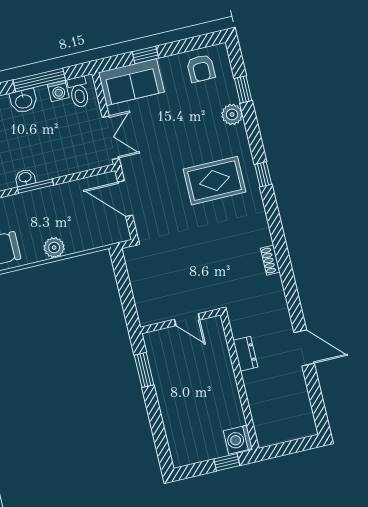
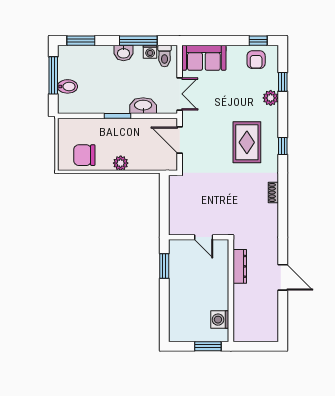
window: (145, 55) -> (258, 41), moved
washbasin: (25, 178) -> (143, 106), moved, width x1.91, depth x1.45
rug: (215, 181) -> (247, 142), turned 90
shoe rack: (270, 260) -> (273, 192), moved
dresser: (245, 354) -> (240, 266), width x1.44
washing machine: (238, 440) -> (220, 320), moved
window: (227, 462) -> (208, 346), width x1.50

